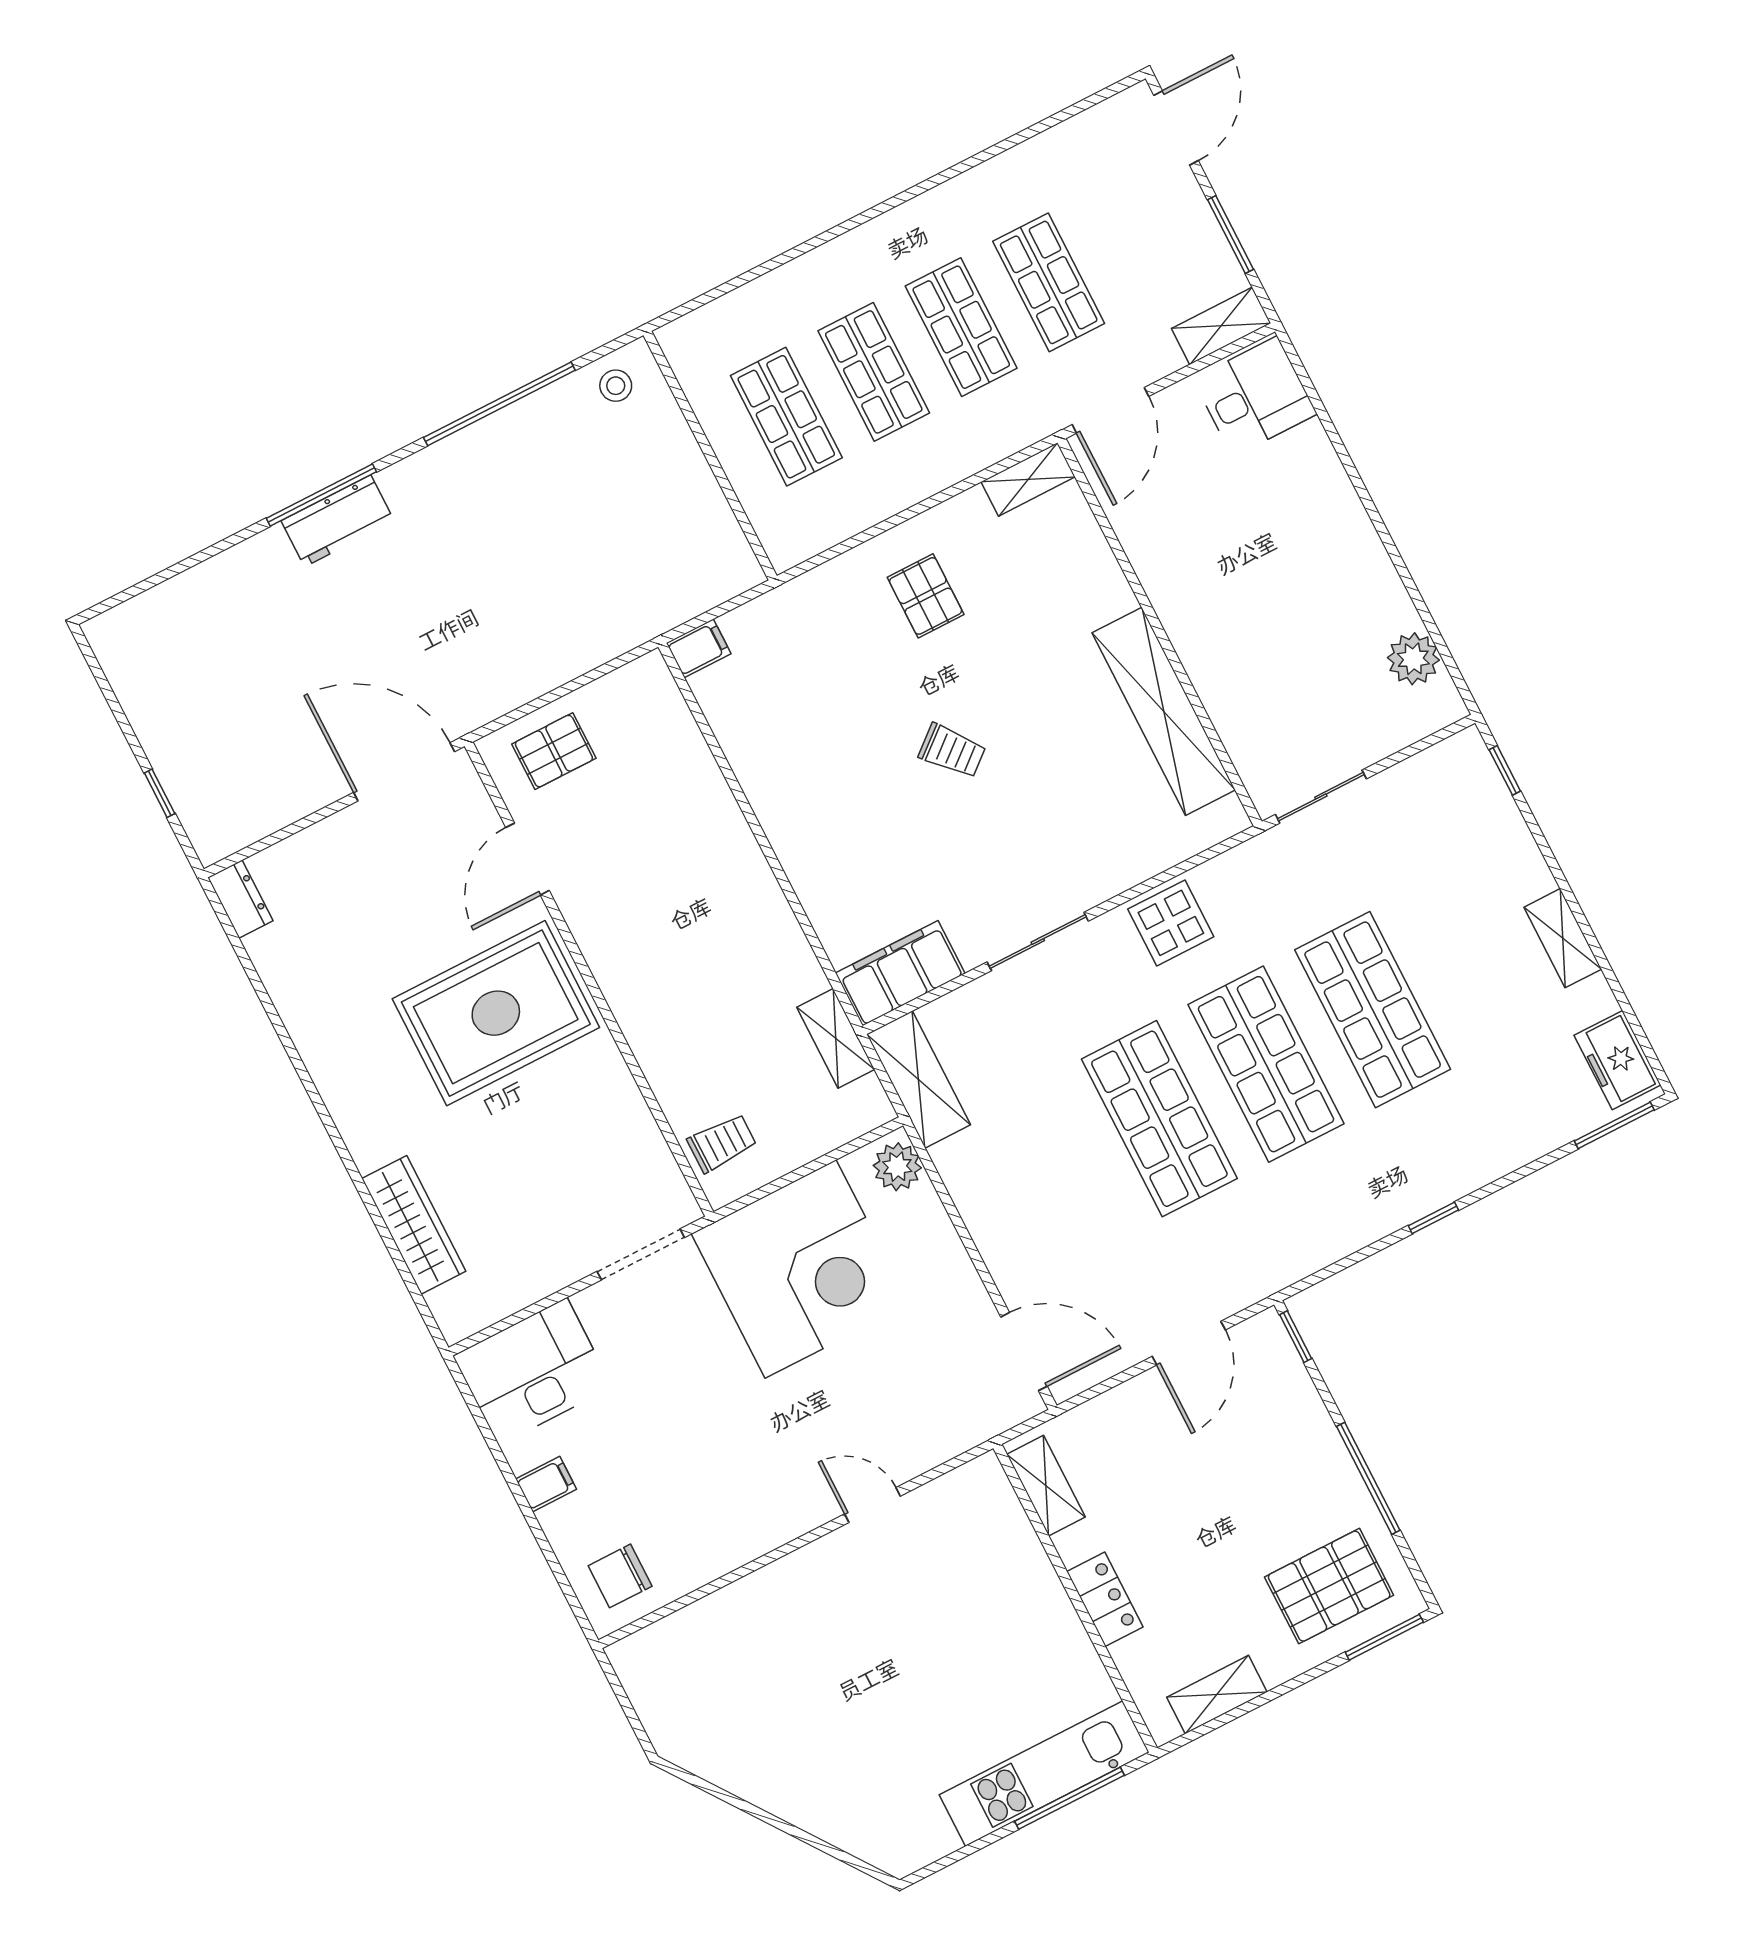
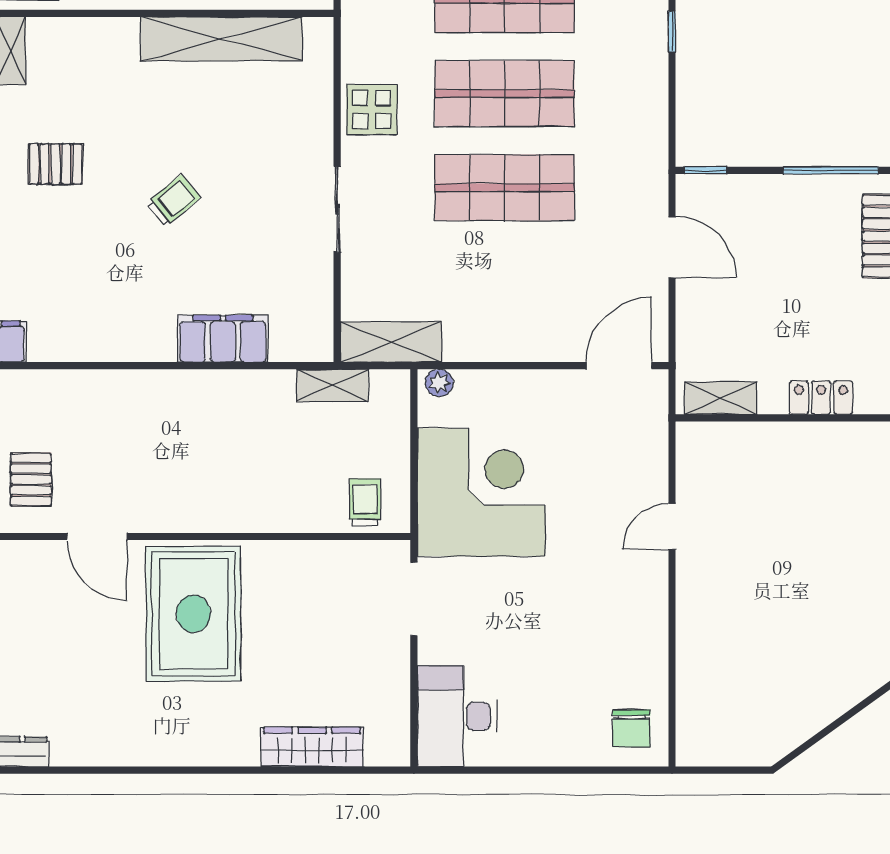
filing cabinet: (900, 973) -> (223, 339), moved, turned 90
plant: (897, 1167) -> (439, 383), width x0.73, depth x0.73
filing cabinet: (546, 1484) -> (541, 747), removed

